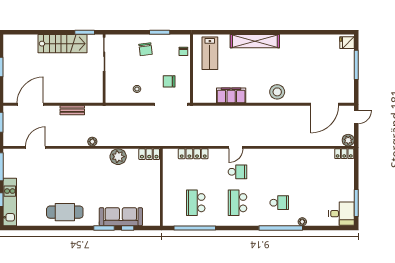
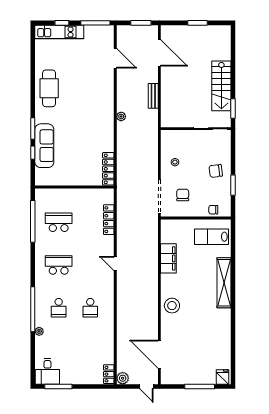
locker: (149, 154) -> (108, 169), width x1.53
plant: (118, 157) -> (106, 143), removed
school desk: (237, 172) -> (90, 308), moved

